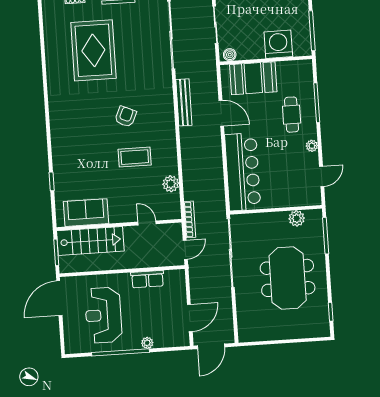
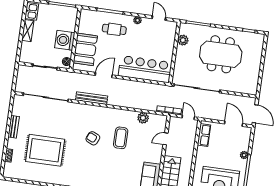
washing machine: (278, 44) -> (65, 40), moved
row of seats: (147, 279) -> (204, 135), moved

